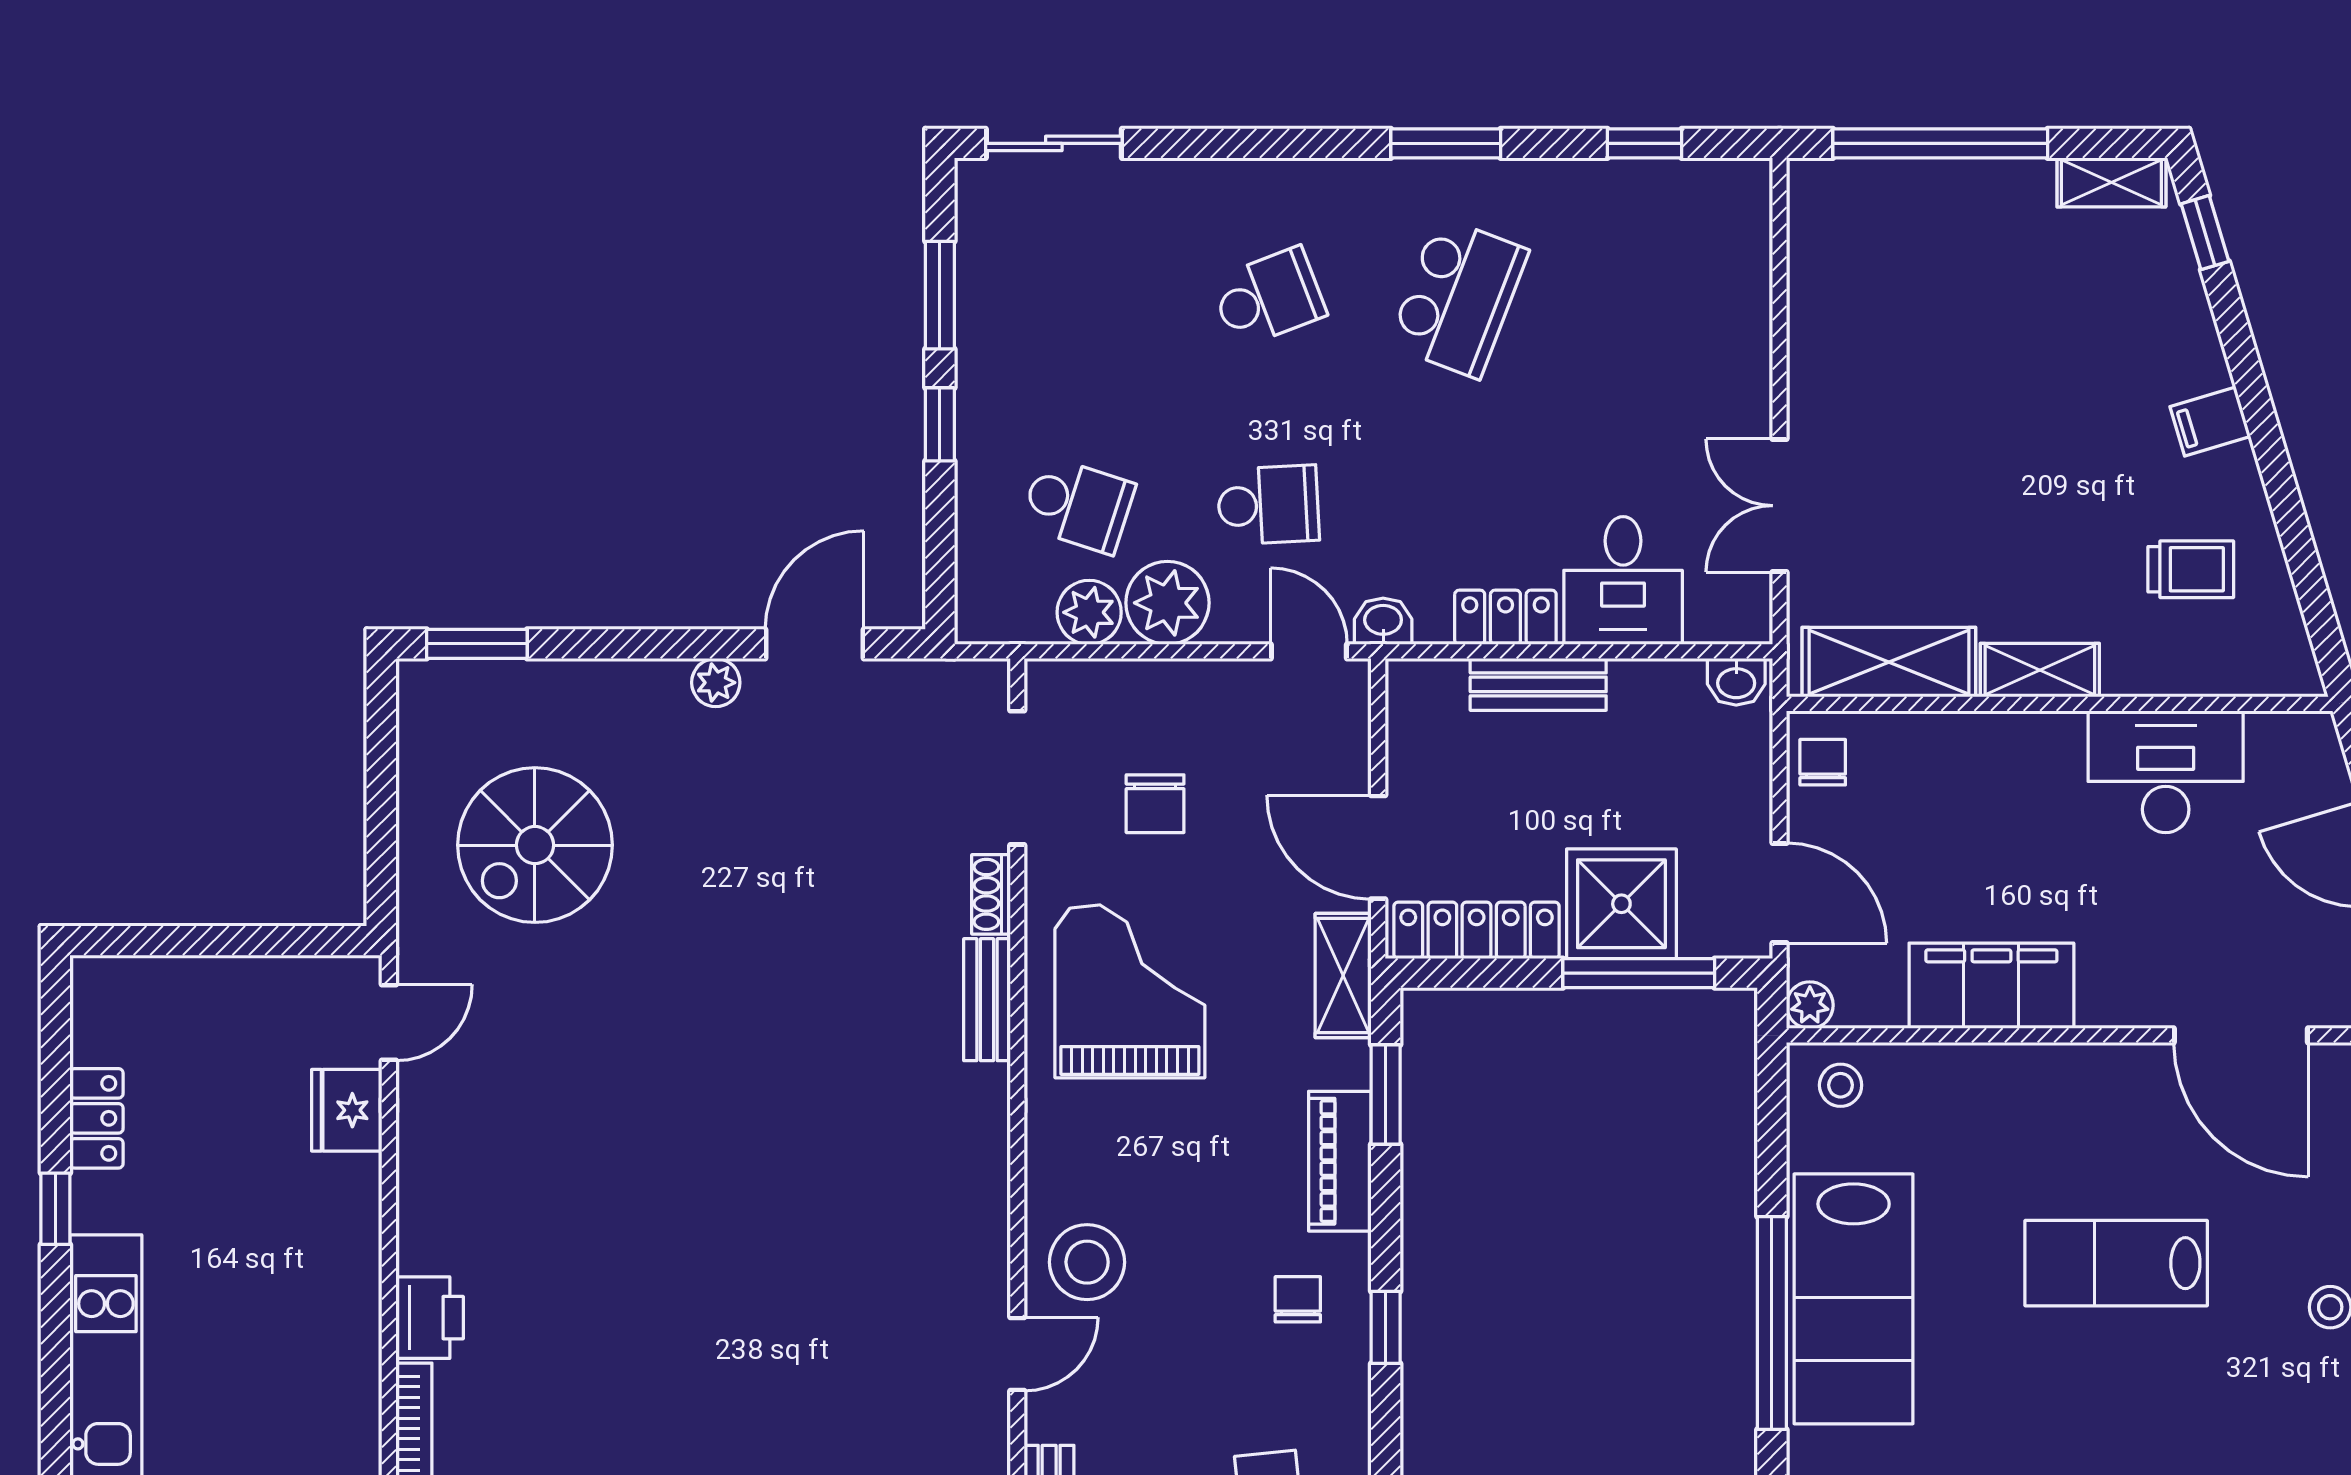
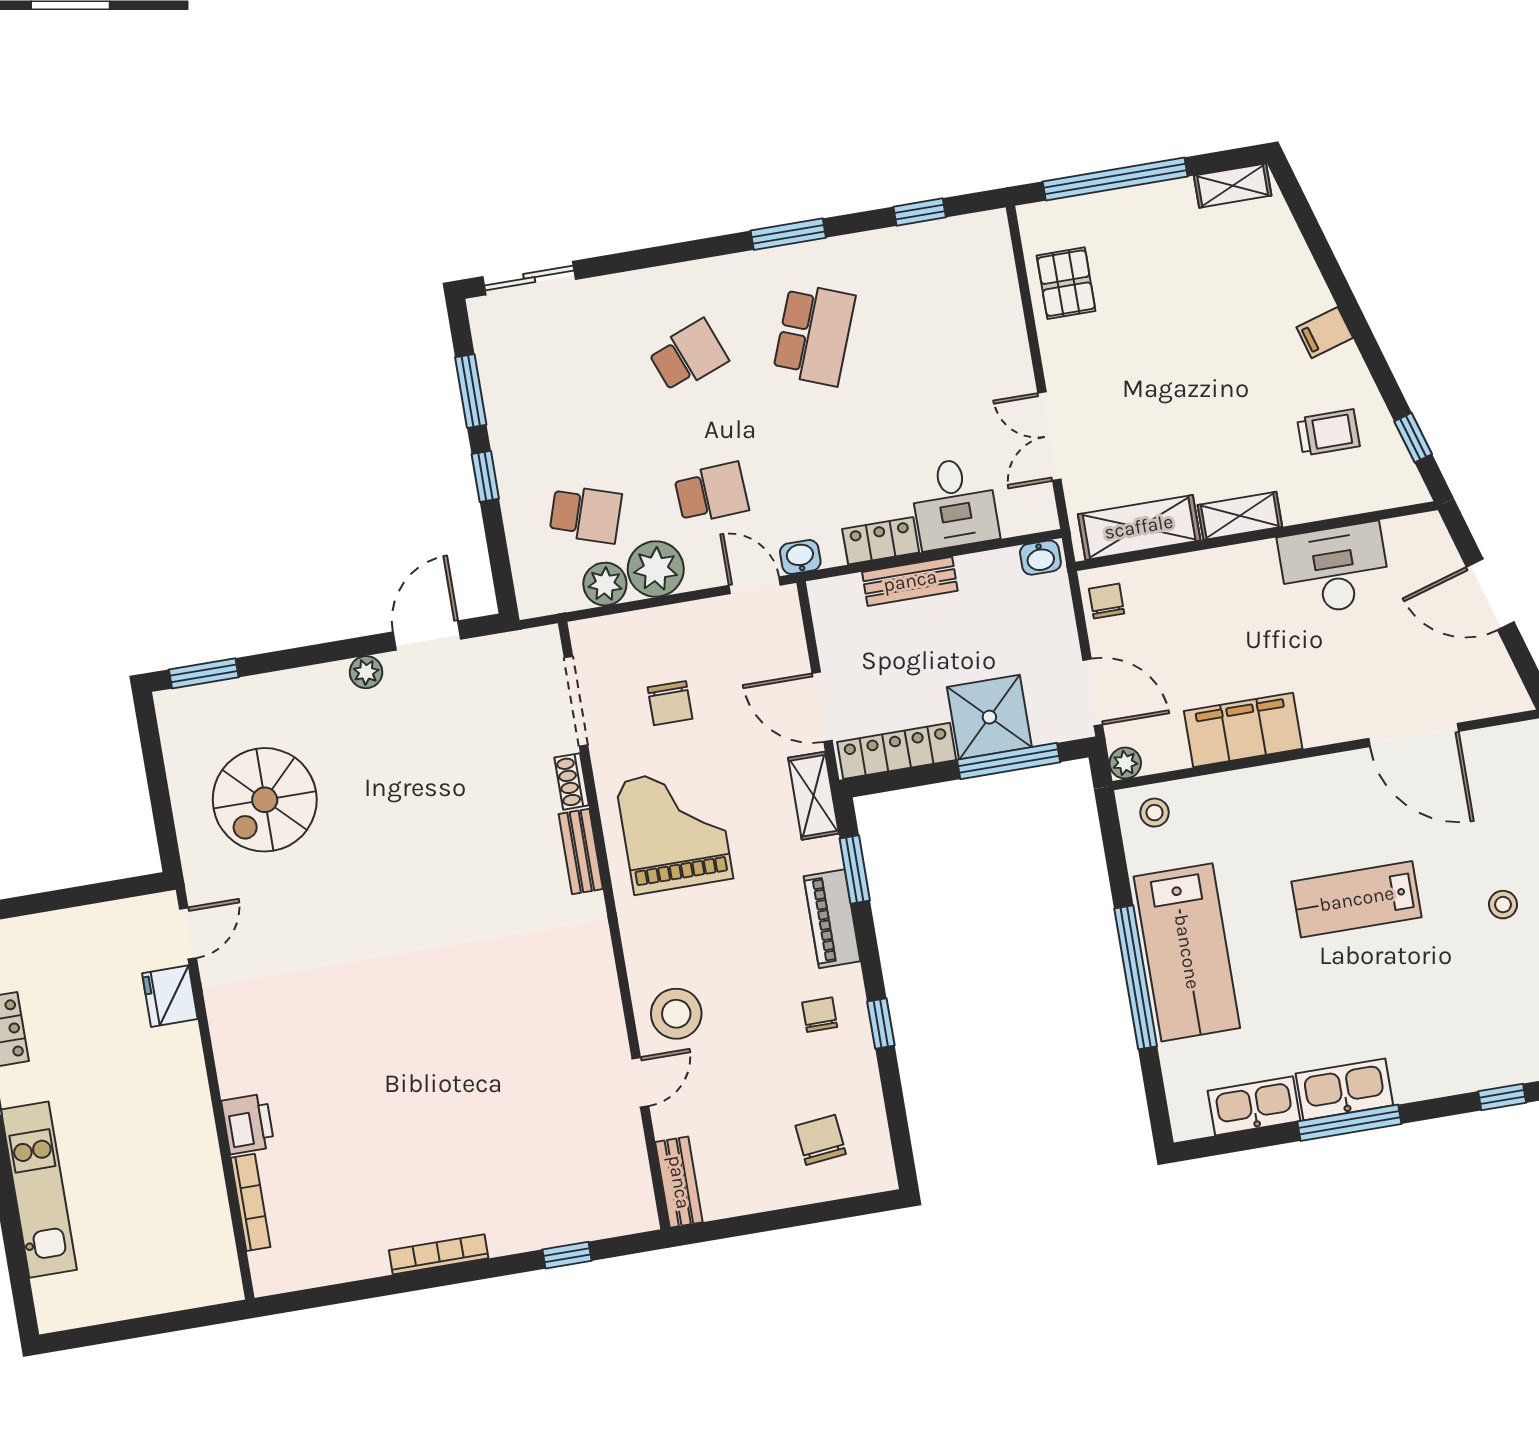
window: (2205, 233) -> (1413, 438), moved
pallet: (1842, 285) -> (1066, 283), added

